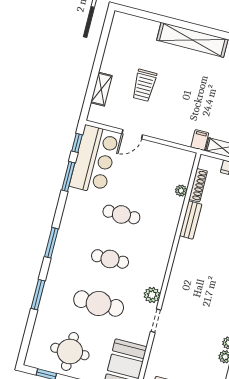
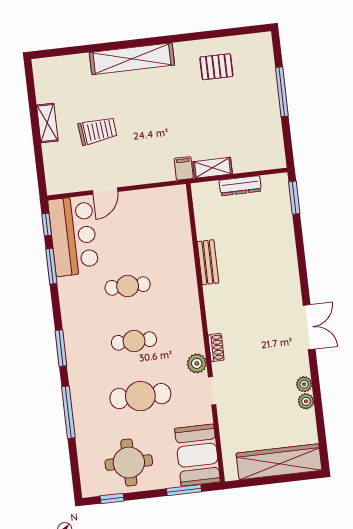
trolley: (144, 85) -> (98, 131), turned -96
shelving: (101, 89) -> (47, 123), moved
shoe rack: (198, 185) -> (216, 347), moved, width x0.70
plant: (181, 191) -> (184, 233), removed
window: (38, 295) -> (68, 412), width x1.44

